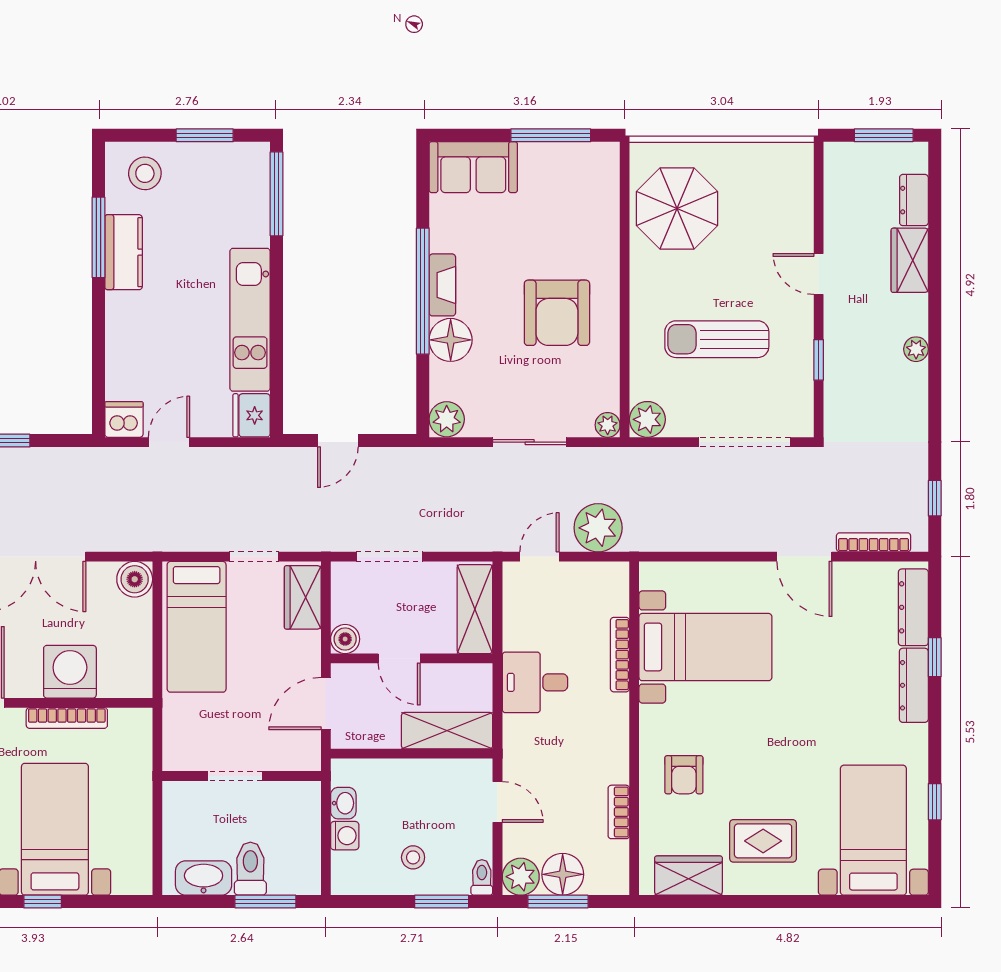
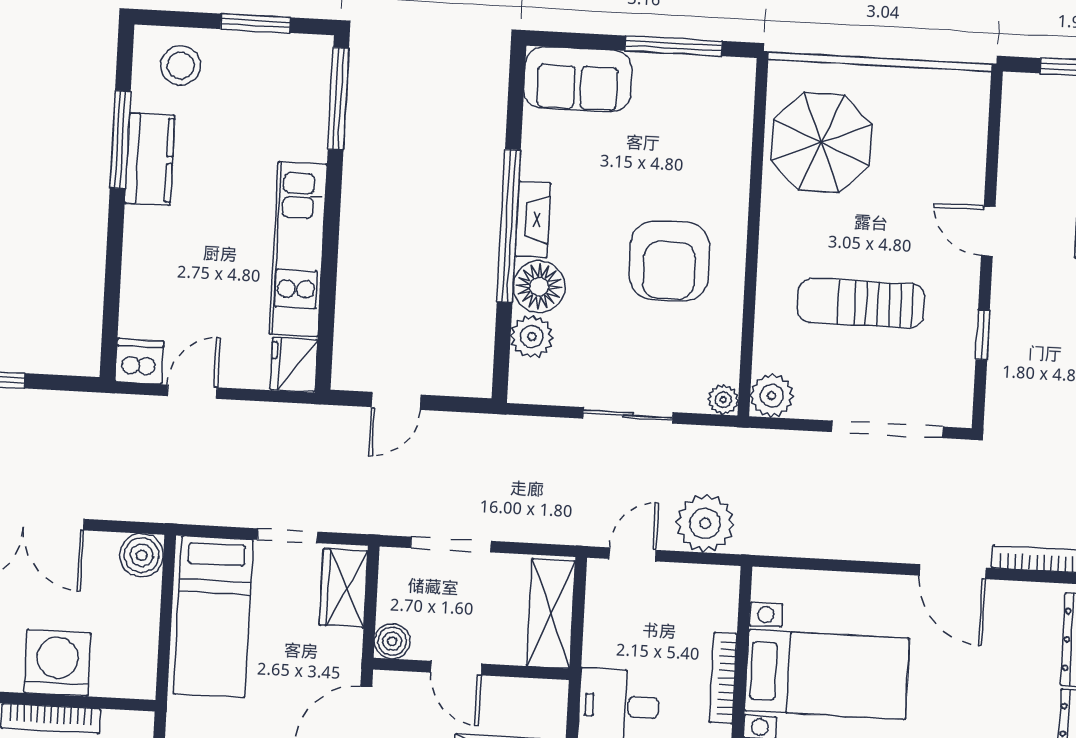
plant: (447, 419) -> (532, 337), moved

